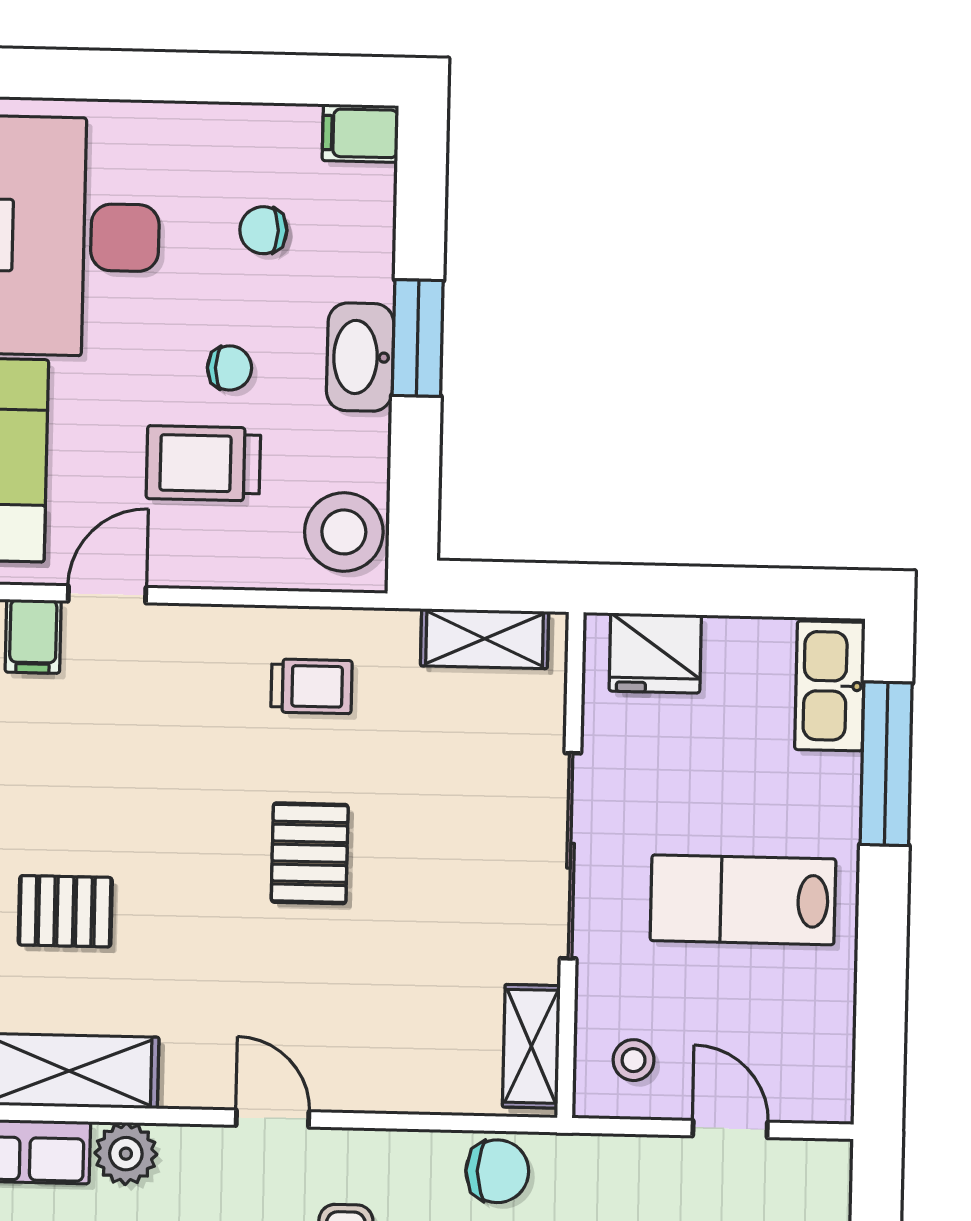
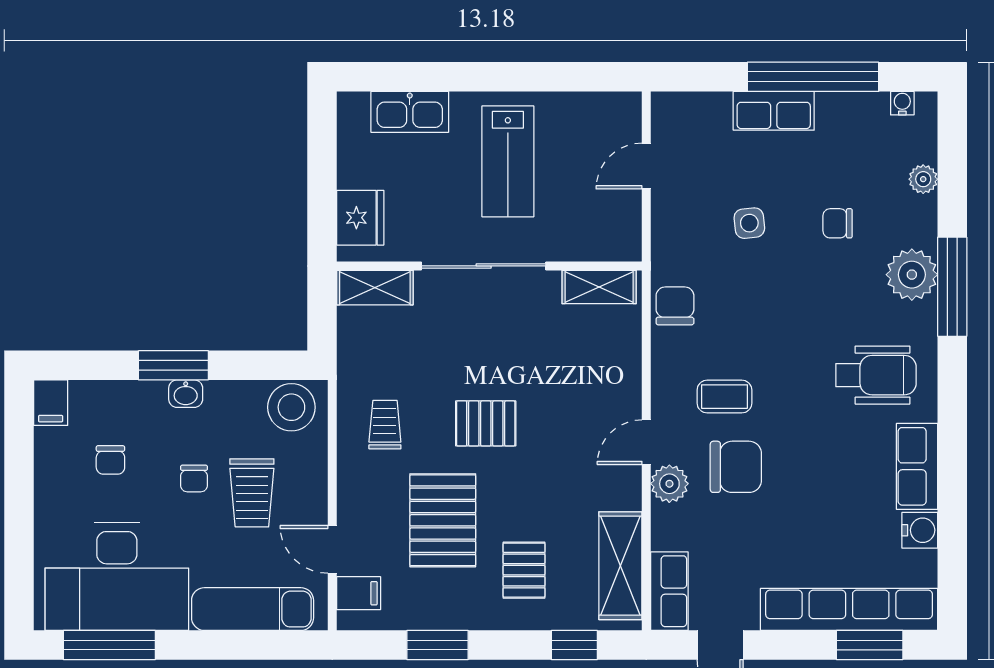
washbasin: (360, 357) -> (186, 394), width x0.52, depth x0.69
chair: (229, 368) -> (194, 478), turned 180
shelving: (485, 639) -> (375, 288), moved, turned 90
kitchen sink: (830, 686) -> (410, 112), moved
window: (886, 764) -> (424, 77), removed
pallet: (151, 778) -> (443, 520), added
stool: (634, 1060) -> (606, 225), removed
plant: (126, 1154) -> (669, 484), moved

